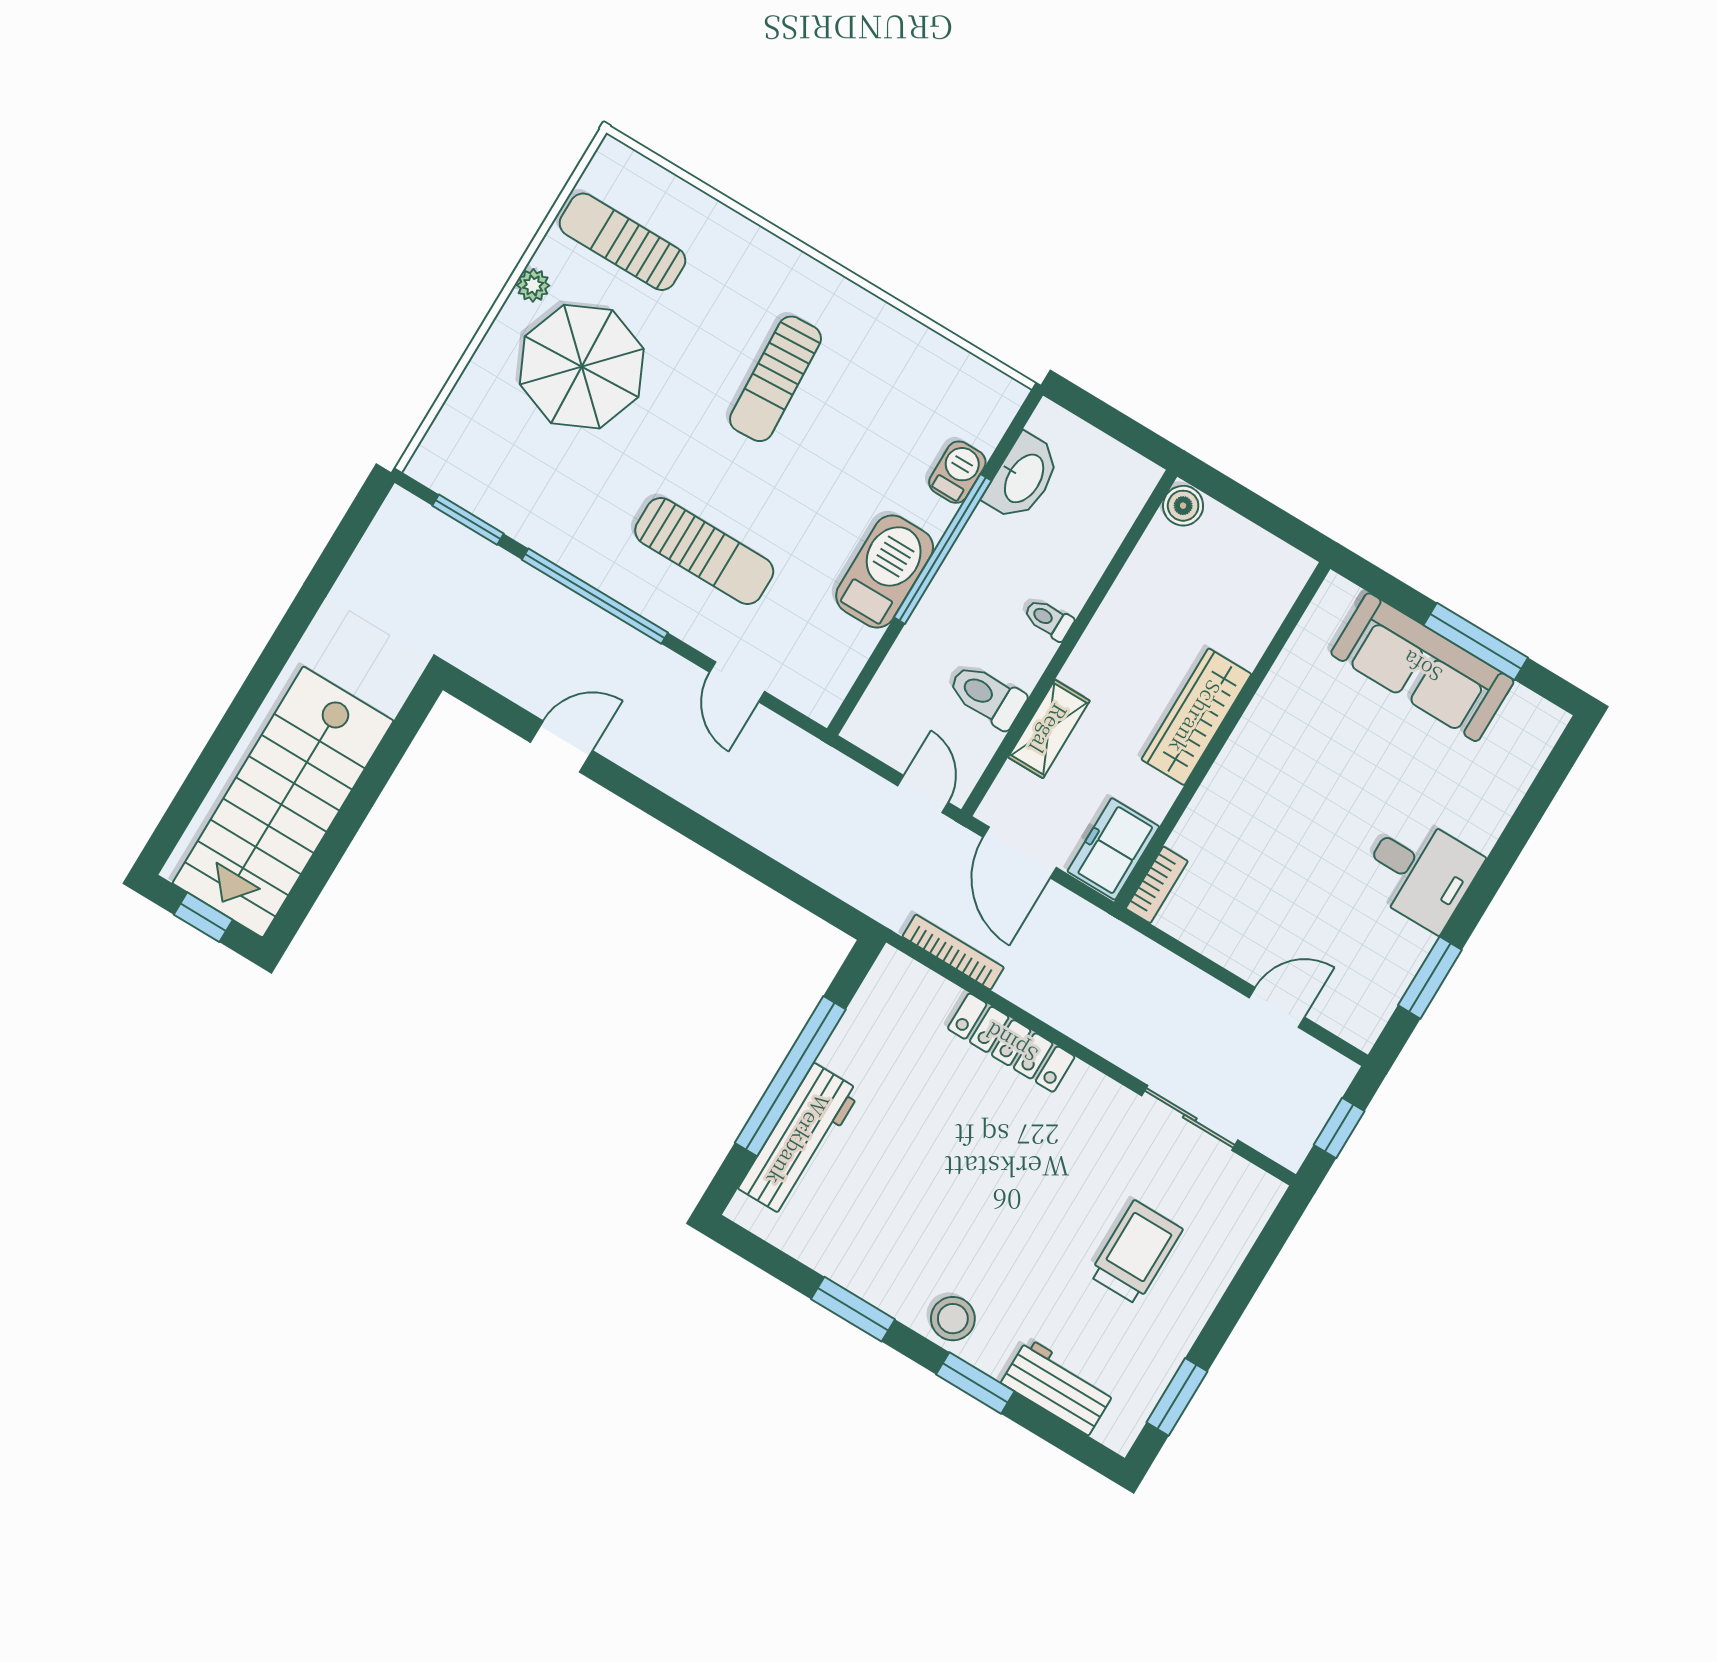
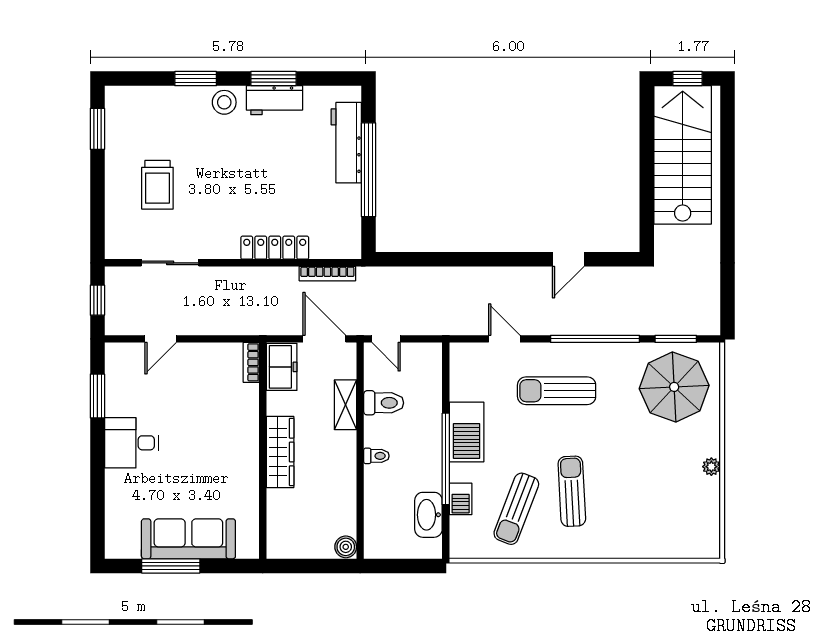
sun lounger: (622, 242) -> (516, 509), moved, turned 111
parasol: (582, 367) -> (674, 387), moved
workbench: (1058, 1387) -> (274, 100), moved

